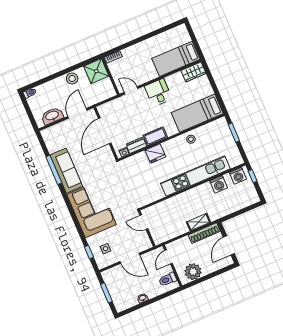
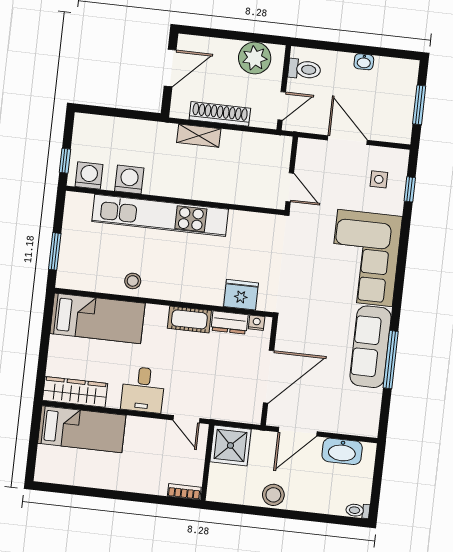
shower: (96, 71) -> (230, 445), moved
wardrobe: (194, 72) -> (75, 392), width x1.50
fridge: (155, 154) -> (241, 295), moved
shoe rack: (204, 233) -> (220, 114), moved

